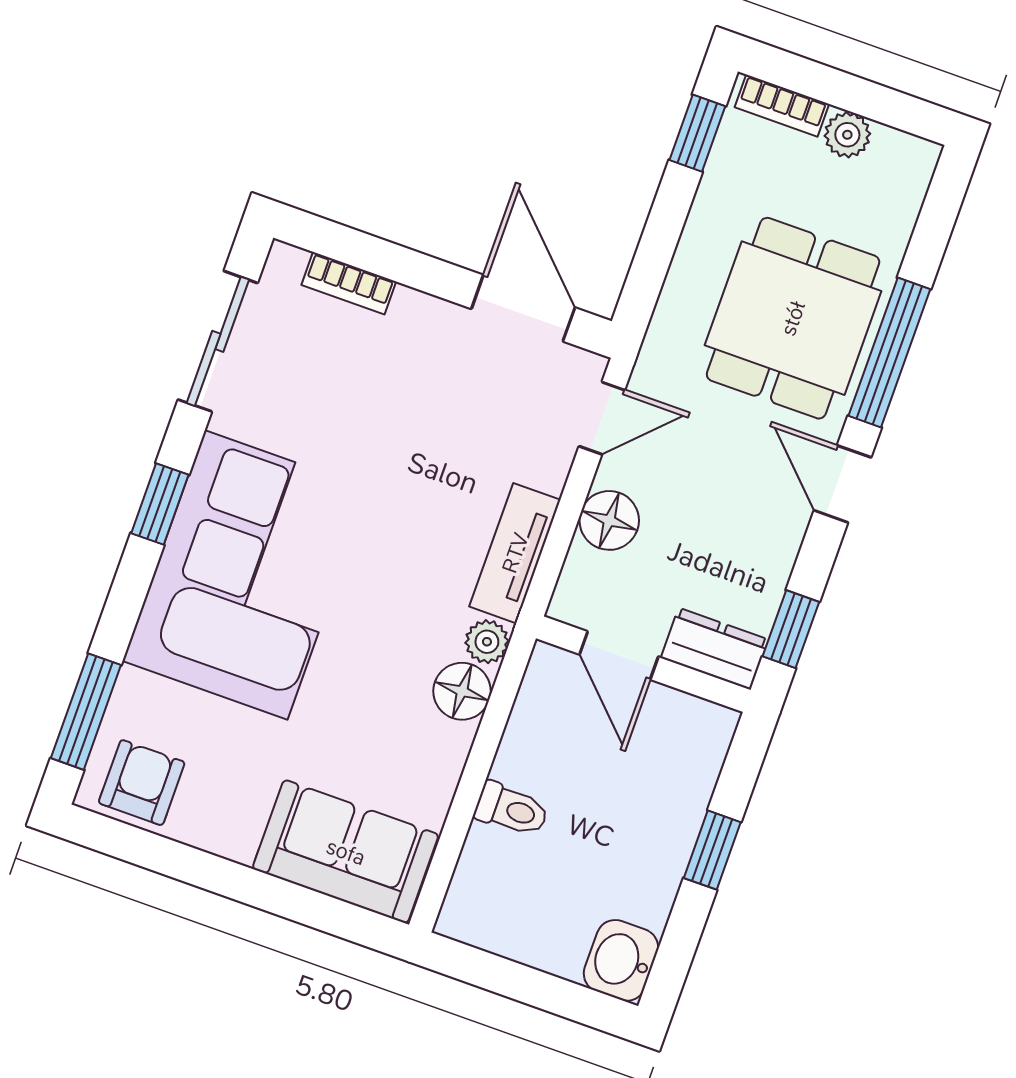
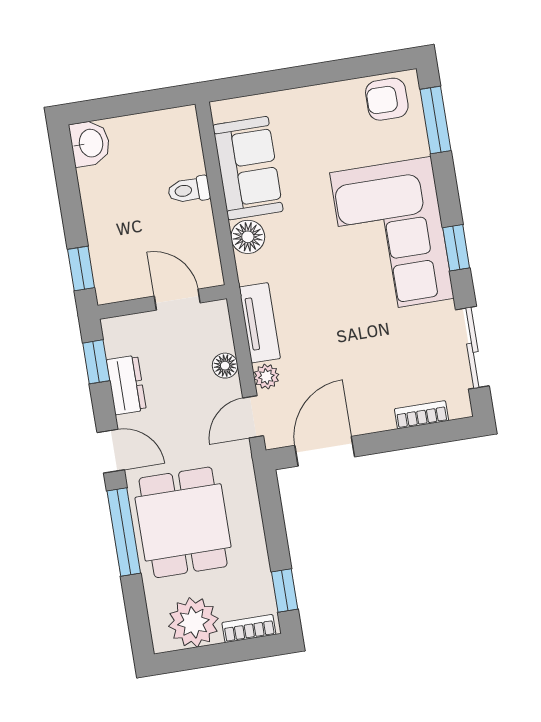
plant: (847, 135) -> (193, 622), width x1.88, depth x1.88
door: (523, 308) -> (325, 451), swing flipped
floor lamp: (609, 520) -> (225, 366), width x0.73, depth x0.73
plant: (487, 642) -> (266, 377), moved
dresser: (715, 649) -> (126, 385), moved, turned -90
armchair: (142, 783) -> (387, 99), turned 90
window: (712, 850) -> (81, 268), moved
sofa: (346, 852) -> (248, 168), moved, turned -90

